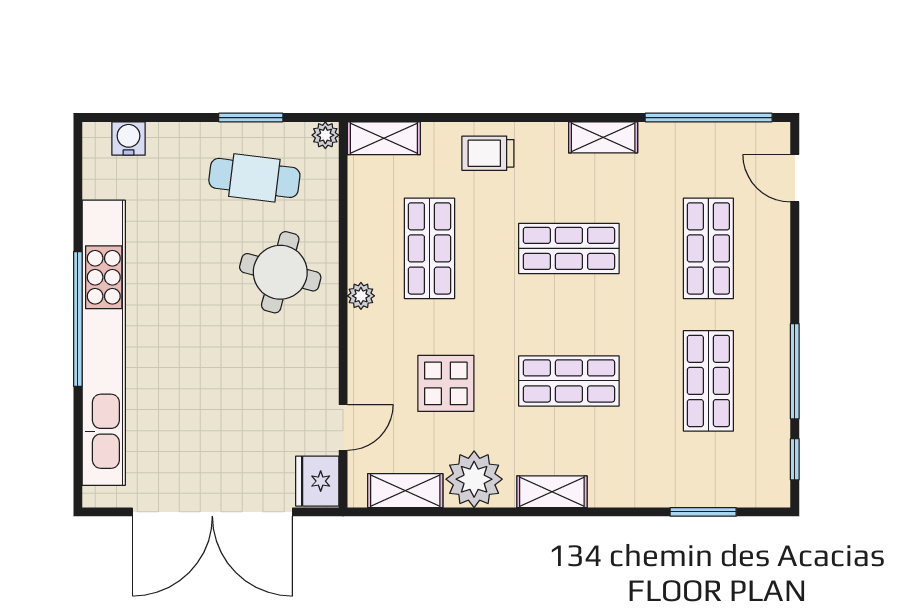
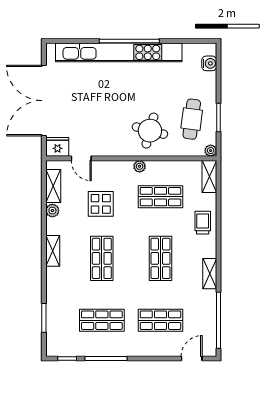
plant: (474, 479) -> (52, 211), width x0.53, depth x0.53

